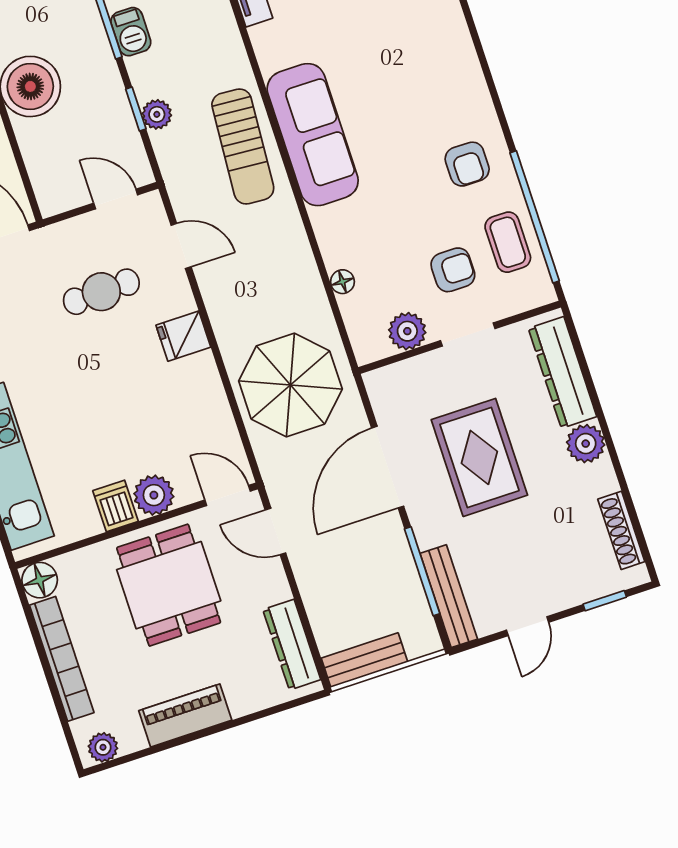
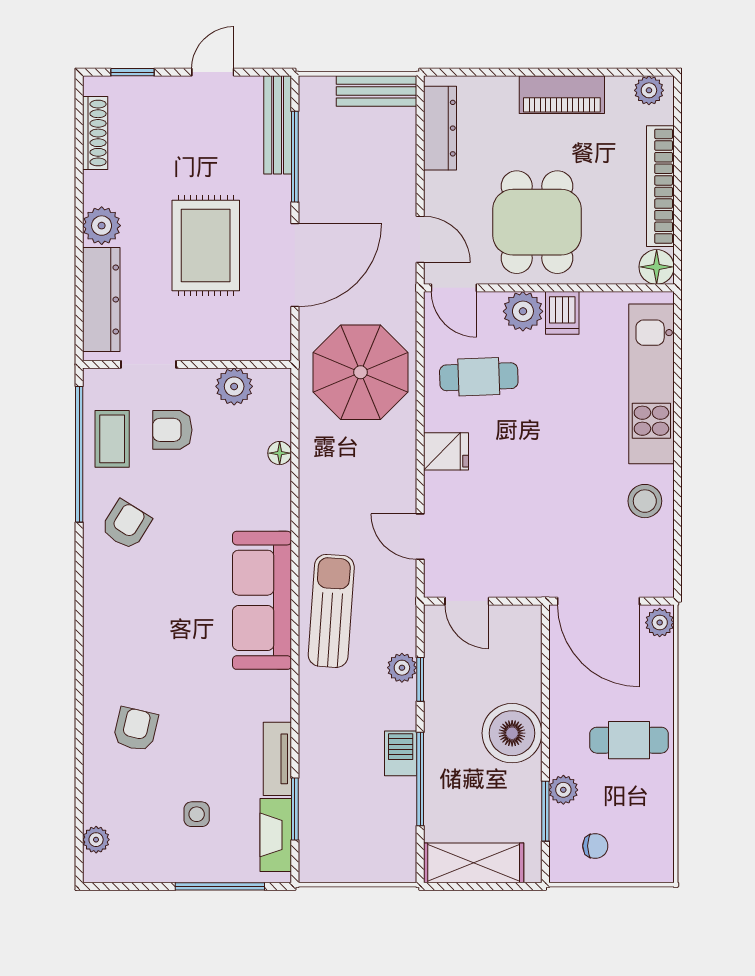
armchair: (467, 164) -> (126, 525), turned 32
cafe table: (101, 292) -> (479, 377), moved
doorway: (468, 335) -> (148, 364), moved

